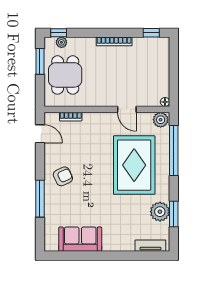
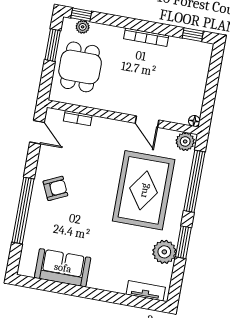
window: (40, 199) -> (23, 210), width x1.46
window: (174, 214) -> (183, 242), moved

